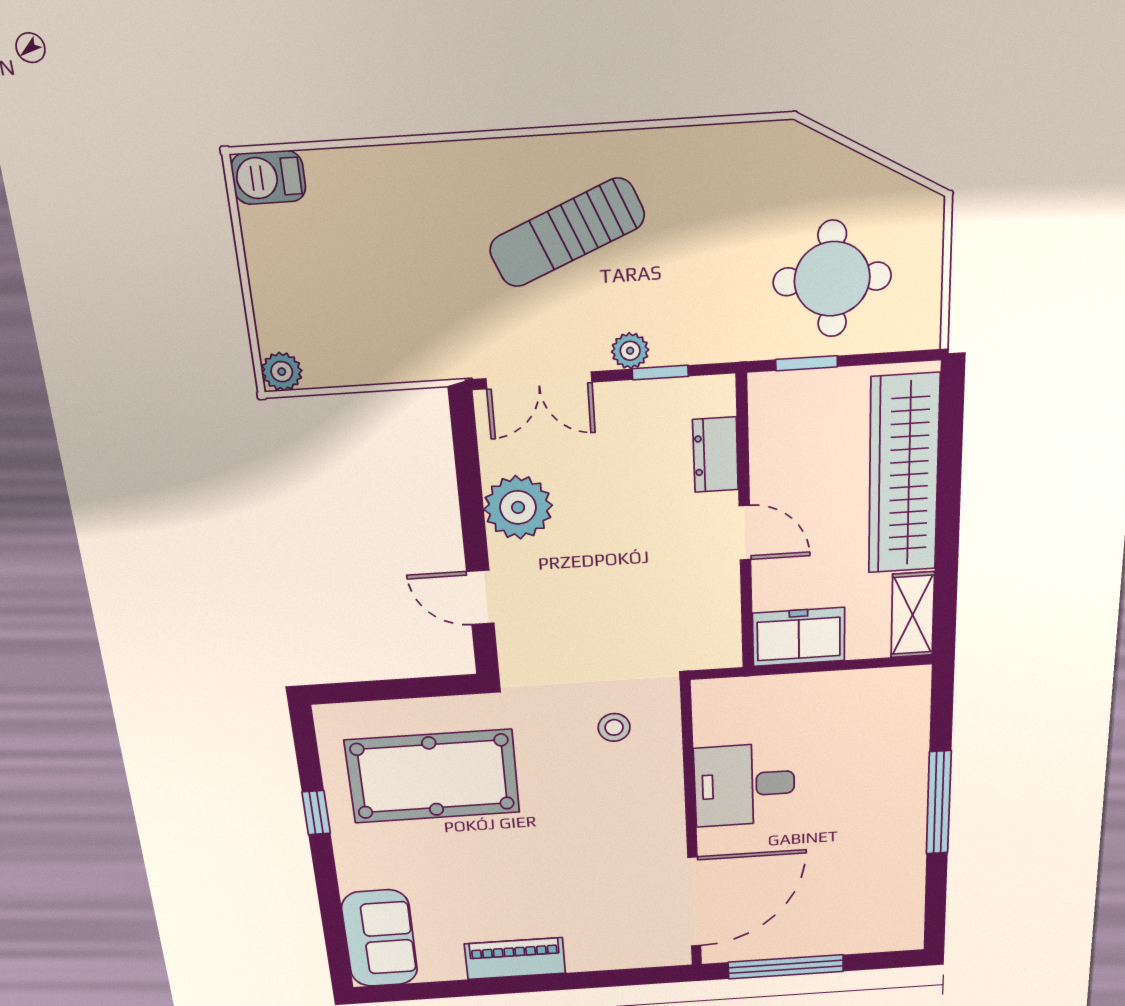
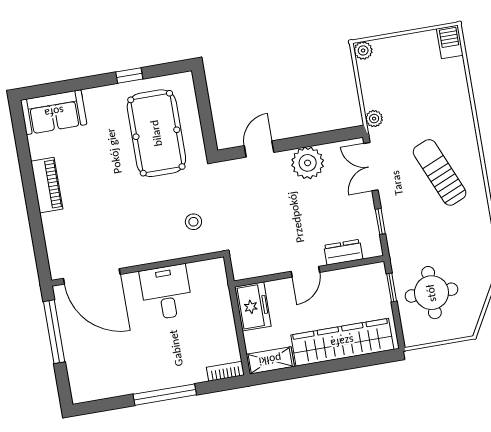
plant: (630, 351) -> (374, 119), moved
bookcase: (917, 697) -> (225, 371), added

